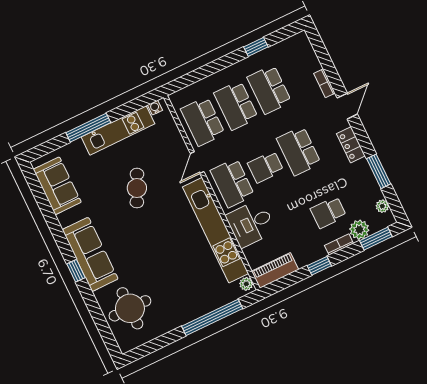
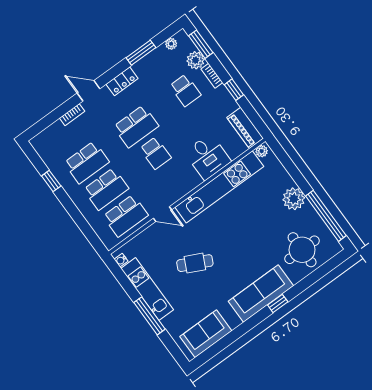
school desk: (232, 183) -> (175, 180), removed
plant: (188, 309) -> (294, 199), added
window: (212, 317) -> (326, 216), moved

